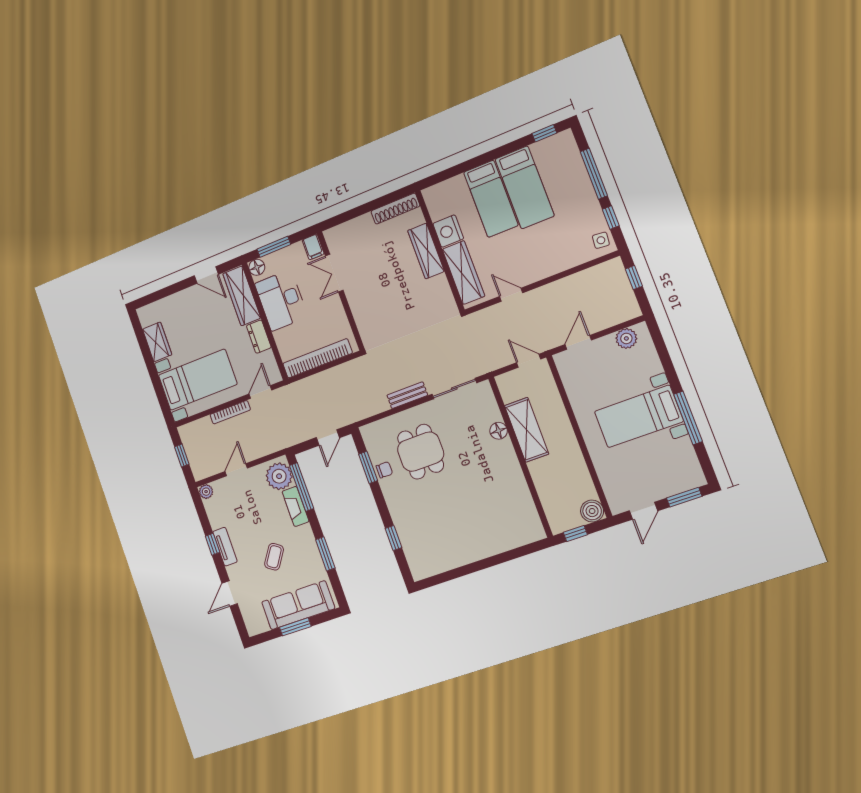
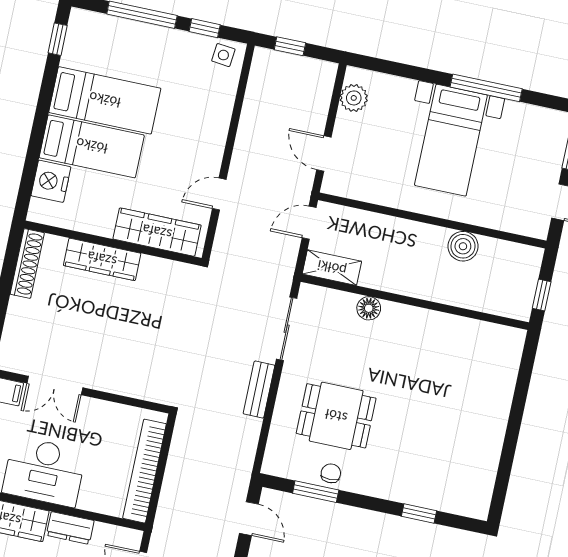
nightstand: (448, 231) -> (51, 181), moved, turned 90
shelving: (527, 430) -> (332, 268), moved, width x0.67, depth x0.75
boiler: (592, 511) -> (463, 246), moved

